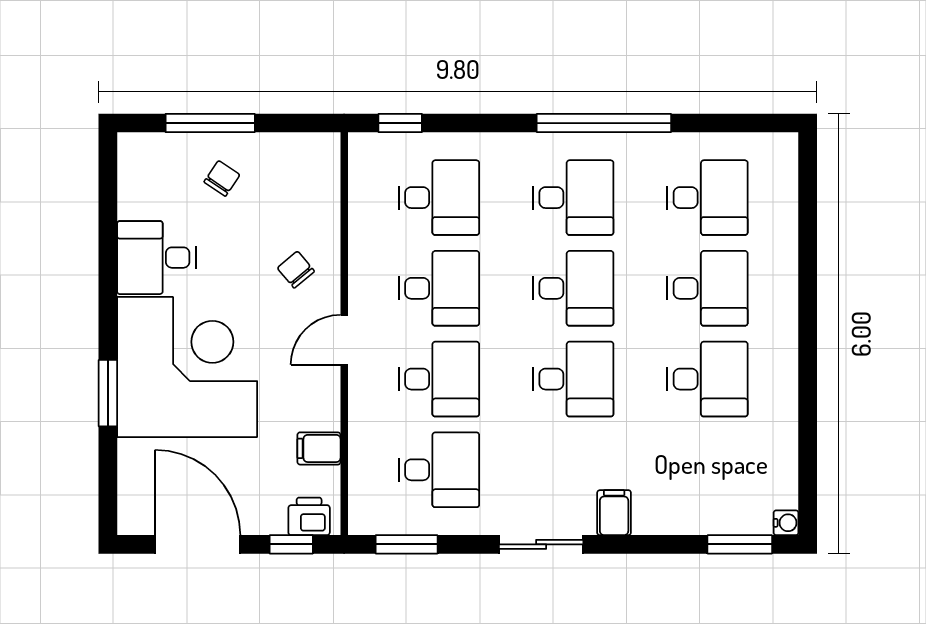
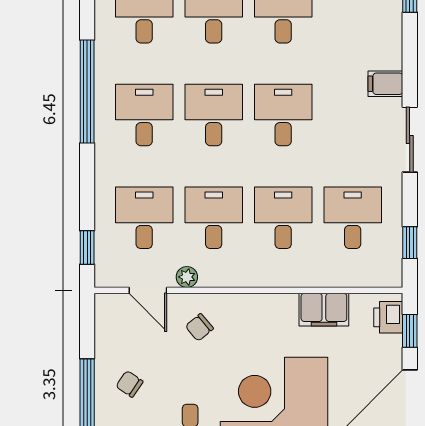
plant: (362, 253) -> (187, 277), added
door: (344, 340) -> (148, 290), moved
filing cabinet: (319, 448) -> (324, 310), width x2.00
window: (407, 544) -> (410, 243), width x0.67

